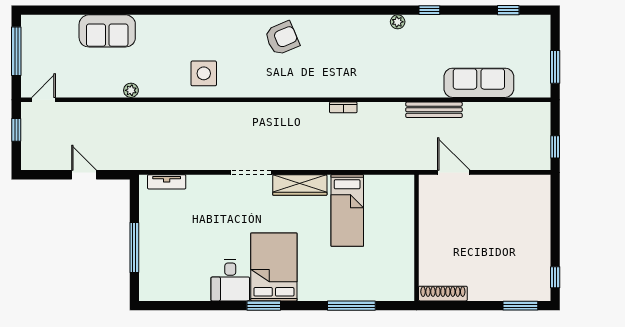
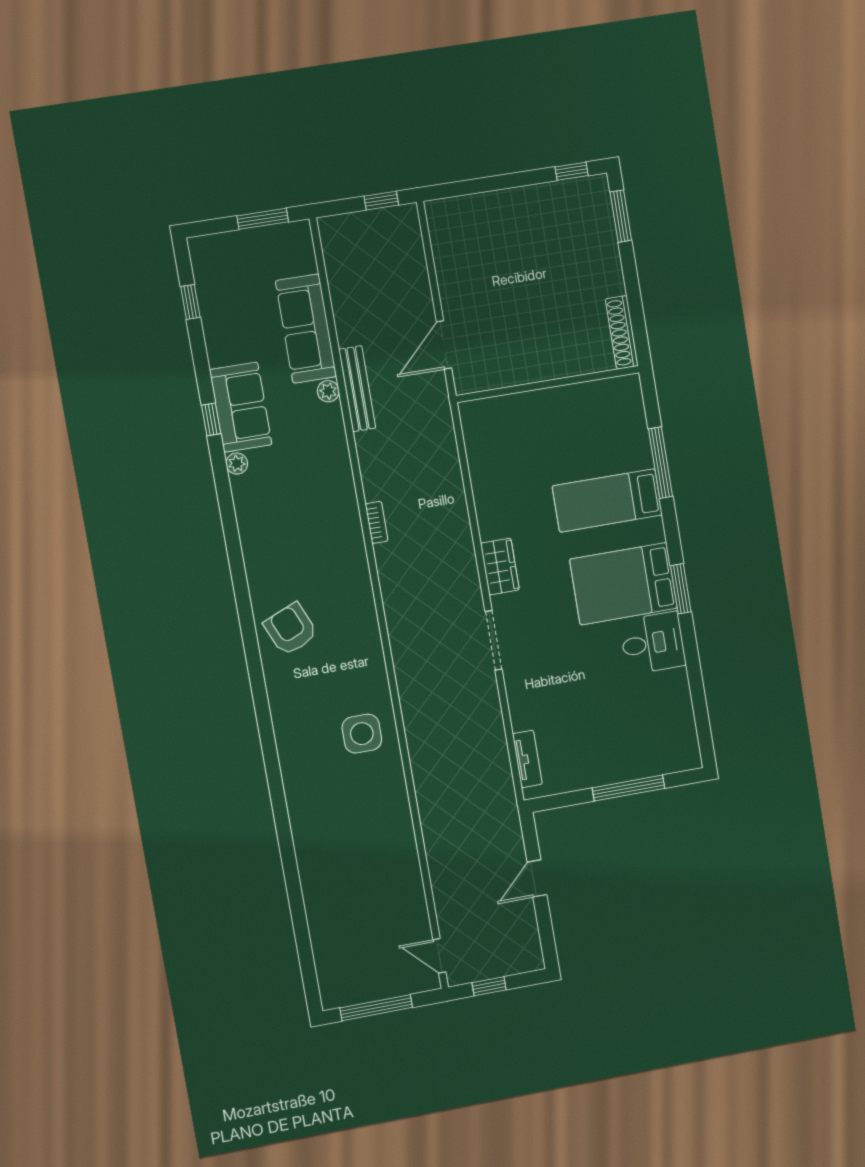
sofa: (107, 31) -> (241, 407), moved
plant: (131, 90) -> (328, 391), moved
wardrobe: (300, 185) -> (500, 567), width x0.67
bed: (347, 210) -> (607, 500), moved, turned 180

